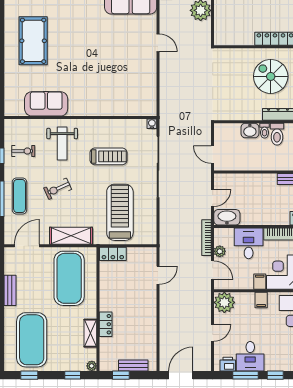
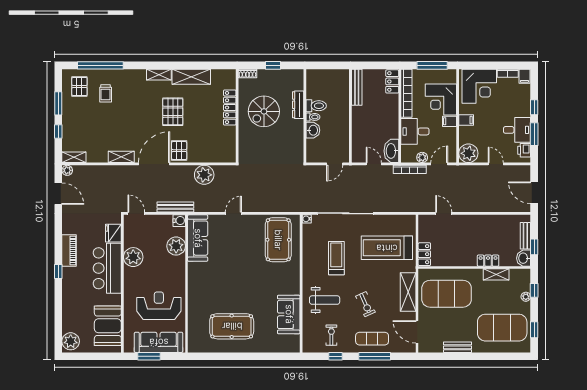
pool table: (129, 92) -> (278, 240), added
washbasin: (108, 363) -> (524, 258), added
plant: (92, 366) -> (526, 297), moved

